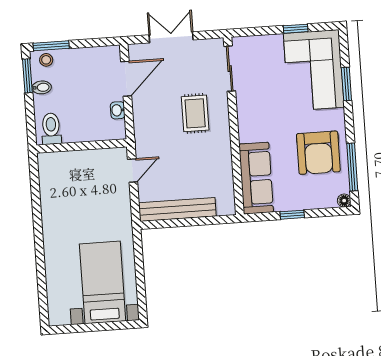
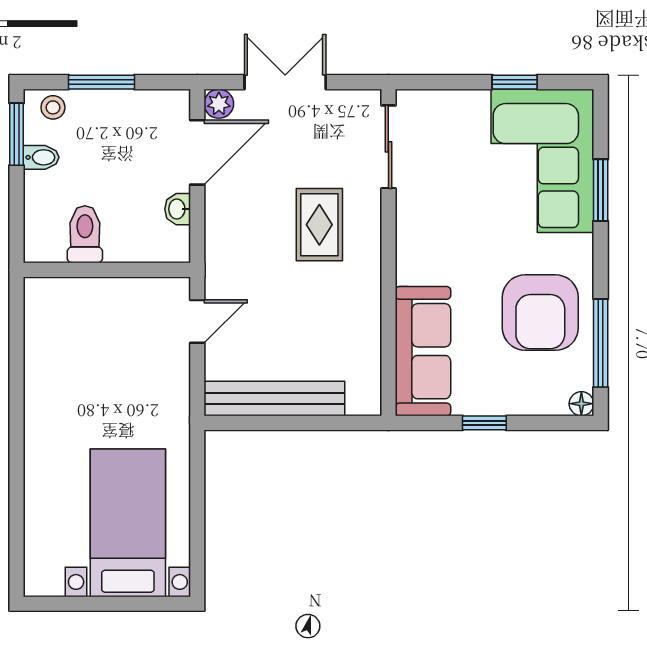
window: (51, 46) -> (102, 82), moved
plant: (136, 52) -> (219, 104), added
toilet: (51, 129) -> (85, 234), moved

